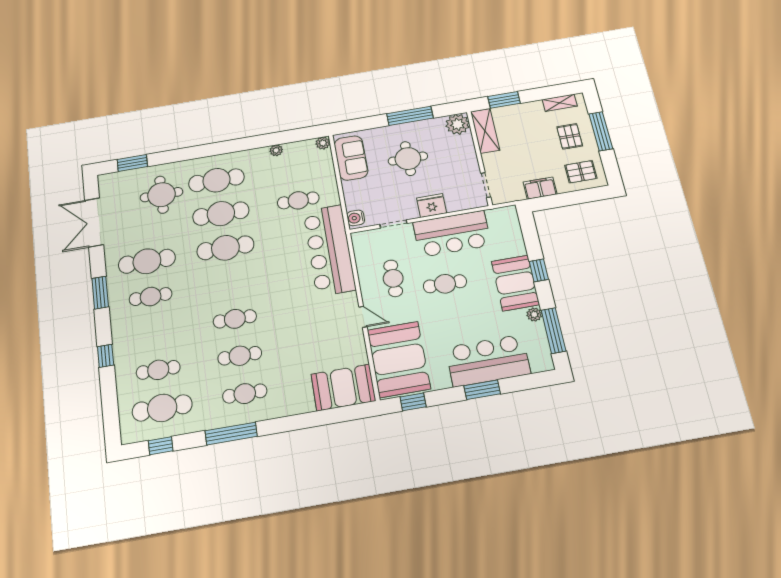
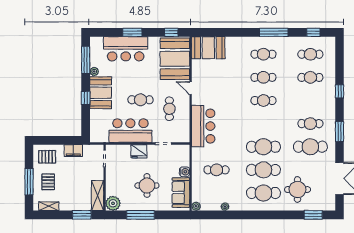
water cooler: (356, 218) -> (185, 172), moved
bar counter: (329, 250) -> (203, 126), width x0.73
cafe table: (162, 408) -> (310, 54), width x0.73, depth x0.74

